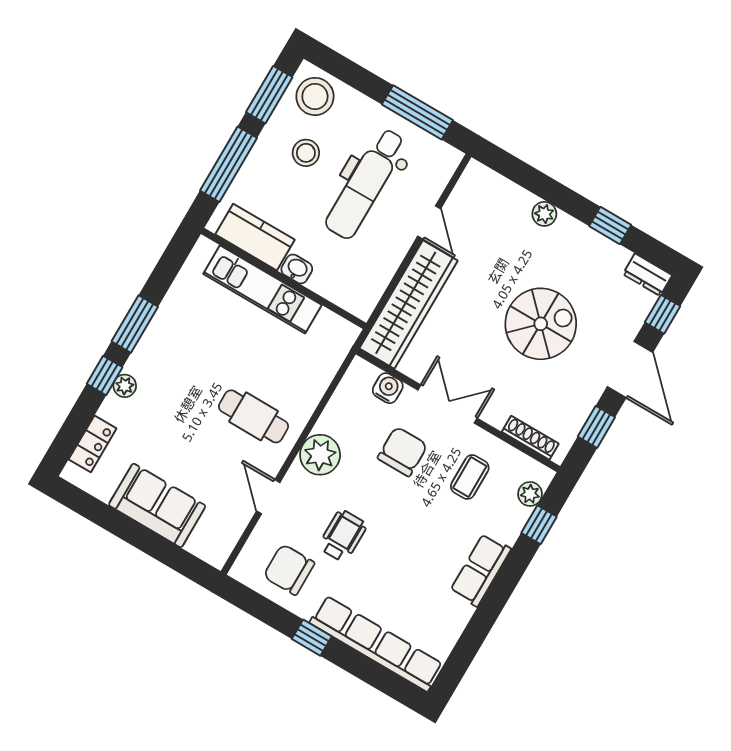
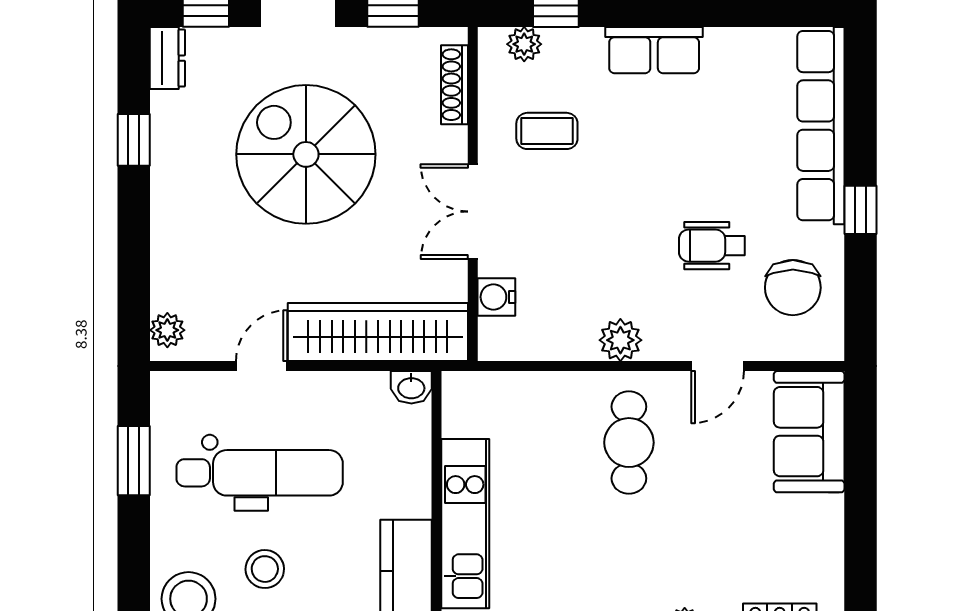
window: (417, 112) -> (134, 461), width x0.69
plant: (544, 214) -> (167, 330), moved
washbasin: (297, 269) -> (411, 387), moved, turned -90
spiral stairs: (541, 324) -> (306, 154), width x1.37, depth x1.37
chair: (402, 452) -> (564, 233), removed
plant: (320, 455) -> (620, 340), width x0.73, depth x0.73
sofa: (157, 505) -> (809, 432), moved

